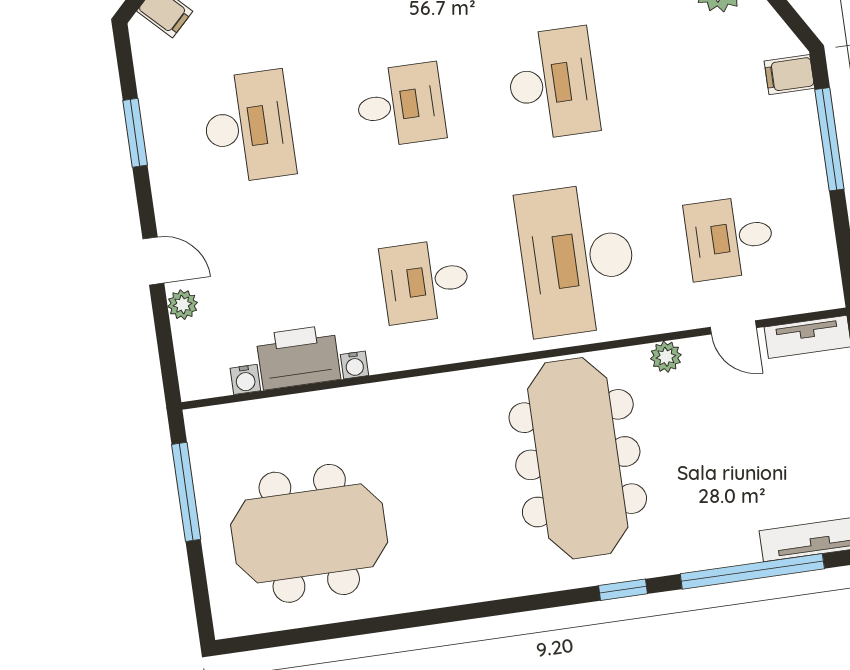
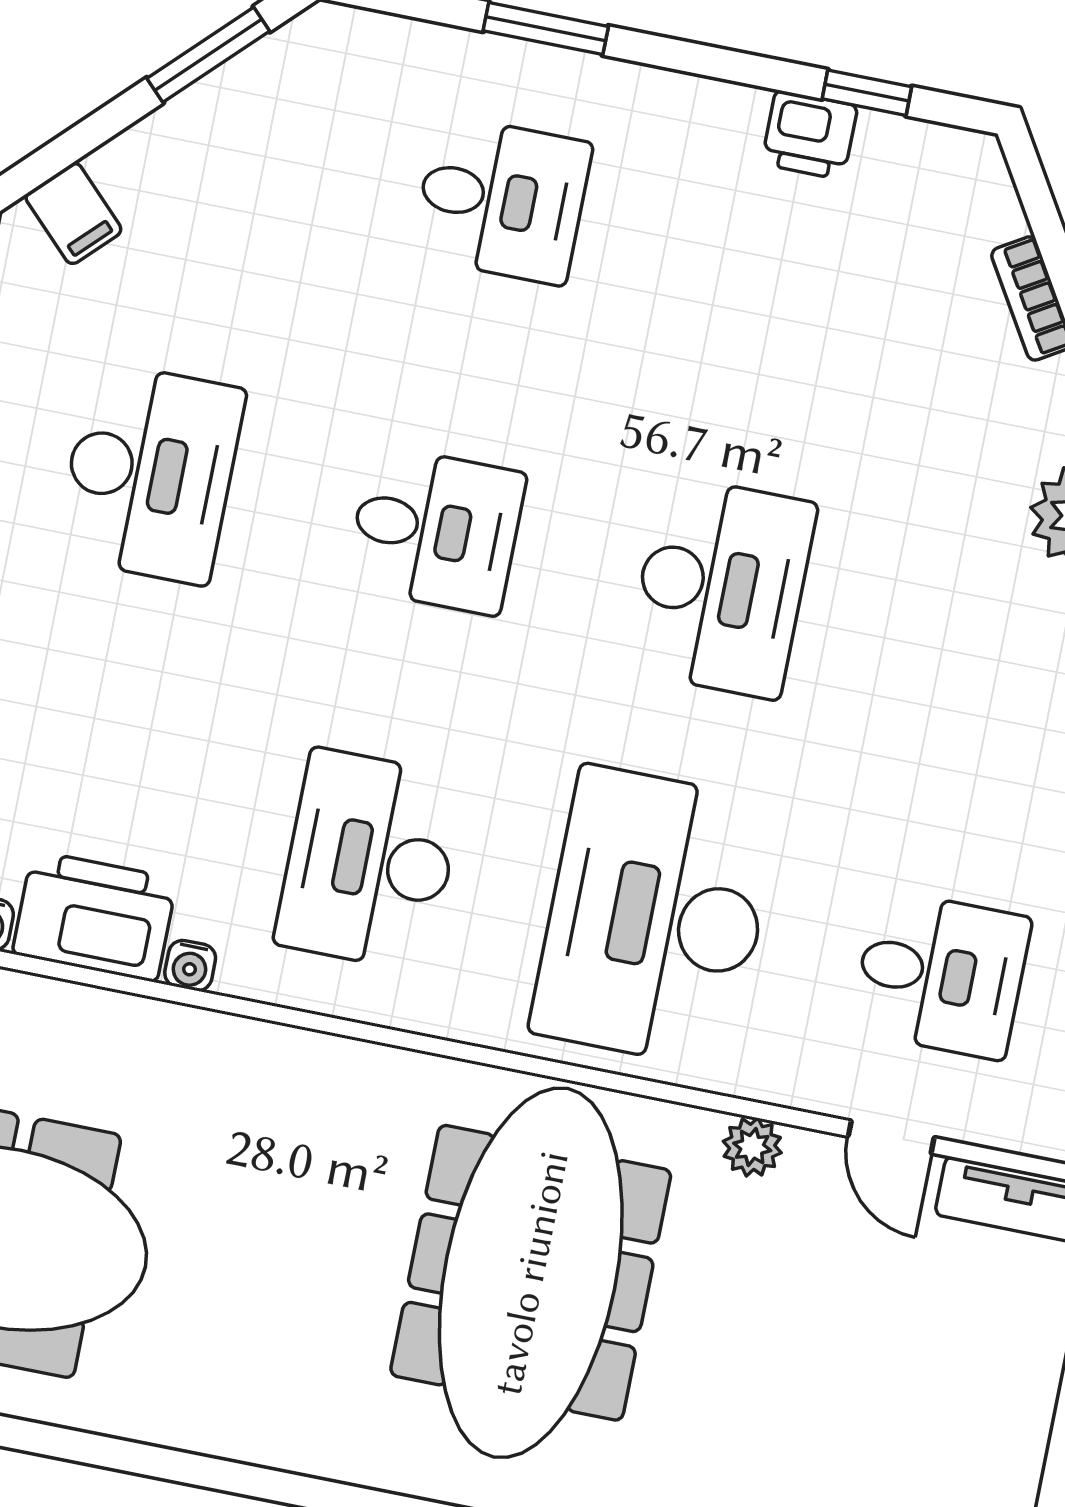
desk: (730, 238) -> (941, 974), turned 180
desk: (425, 281) -> (370, 860), width x1.37

